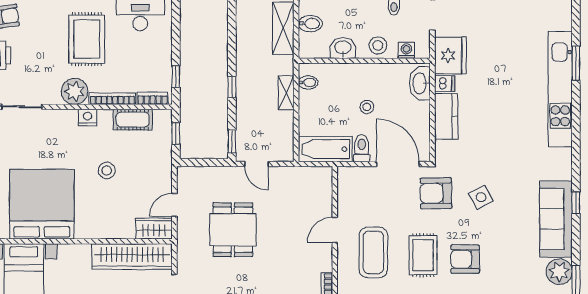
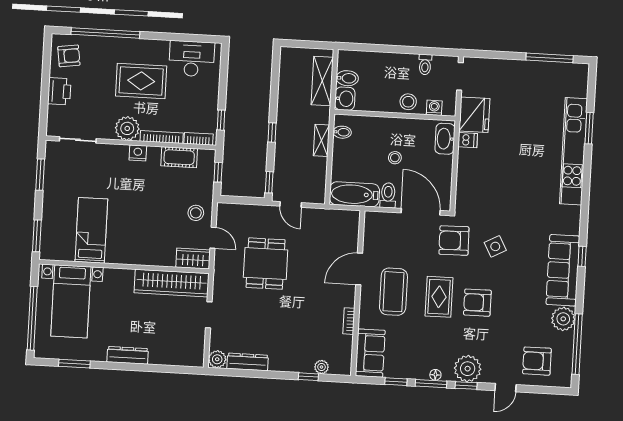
rug: (87, 39) -> (141, 81), turned 90
washbasin: (343, 48) -> (345, 99), moved, turned 90
kitchen counter: (446, 116) -> (467, 170), removed
stool: (107, 171) -> (196, 213), moved
bed: (42, 204) -> (91, 230), width x0.49
door: (174, 205) -> (213, 238), swing flipped
door: (335, 230) -> (359, 269), width x1.38

